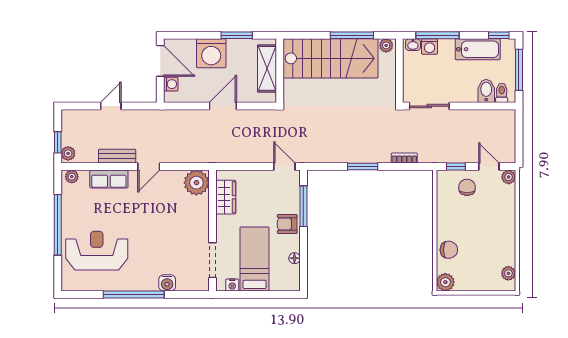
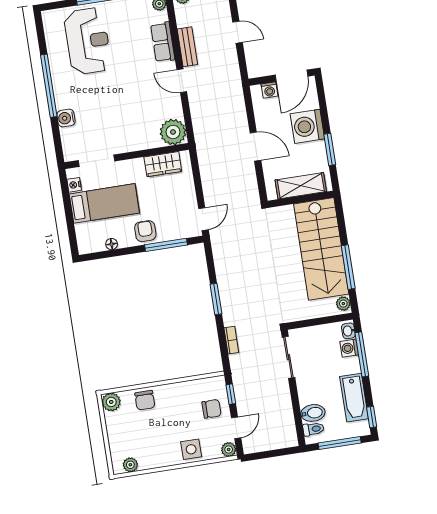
side table: (503, 213) -> (191, 449), added

